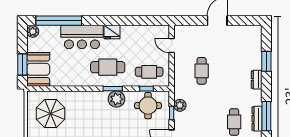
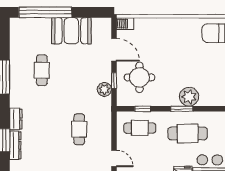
plant: (116, 99) -> (189, 97), moved
round table: (148, 106) -> (140, 77), moved
dresser: (257, 119) -> (15, 145), moved

